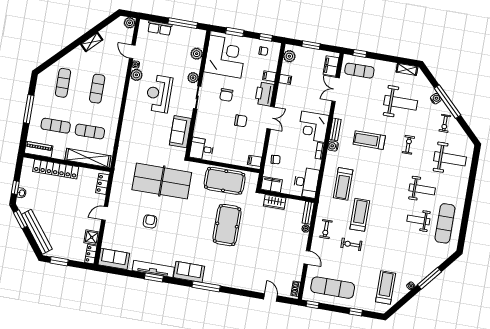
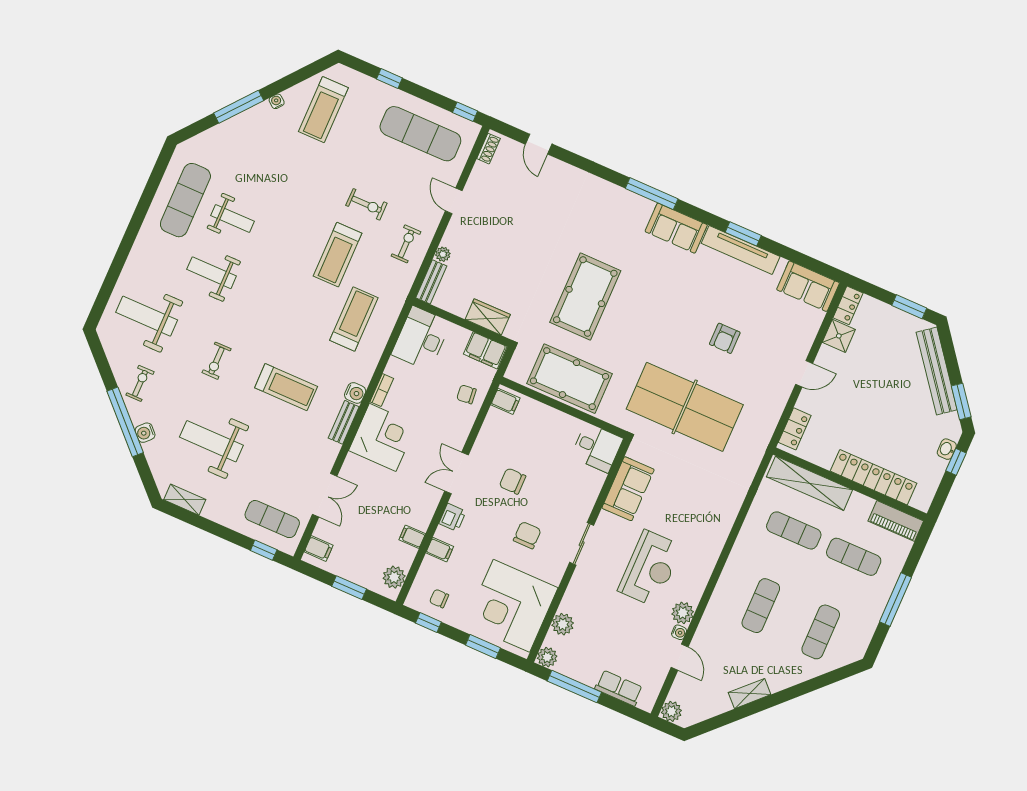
filing cabinet: (331, 66) -> (319, 549), width x0.50
plant: (193, 78) -> (547, 657), moved
printer: (264, 94) -> (452, 517), width x0.53, depth x0.68

